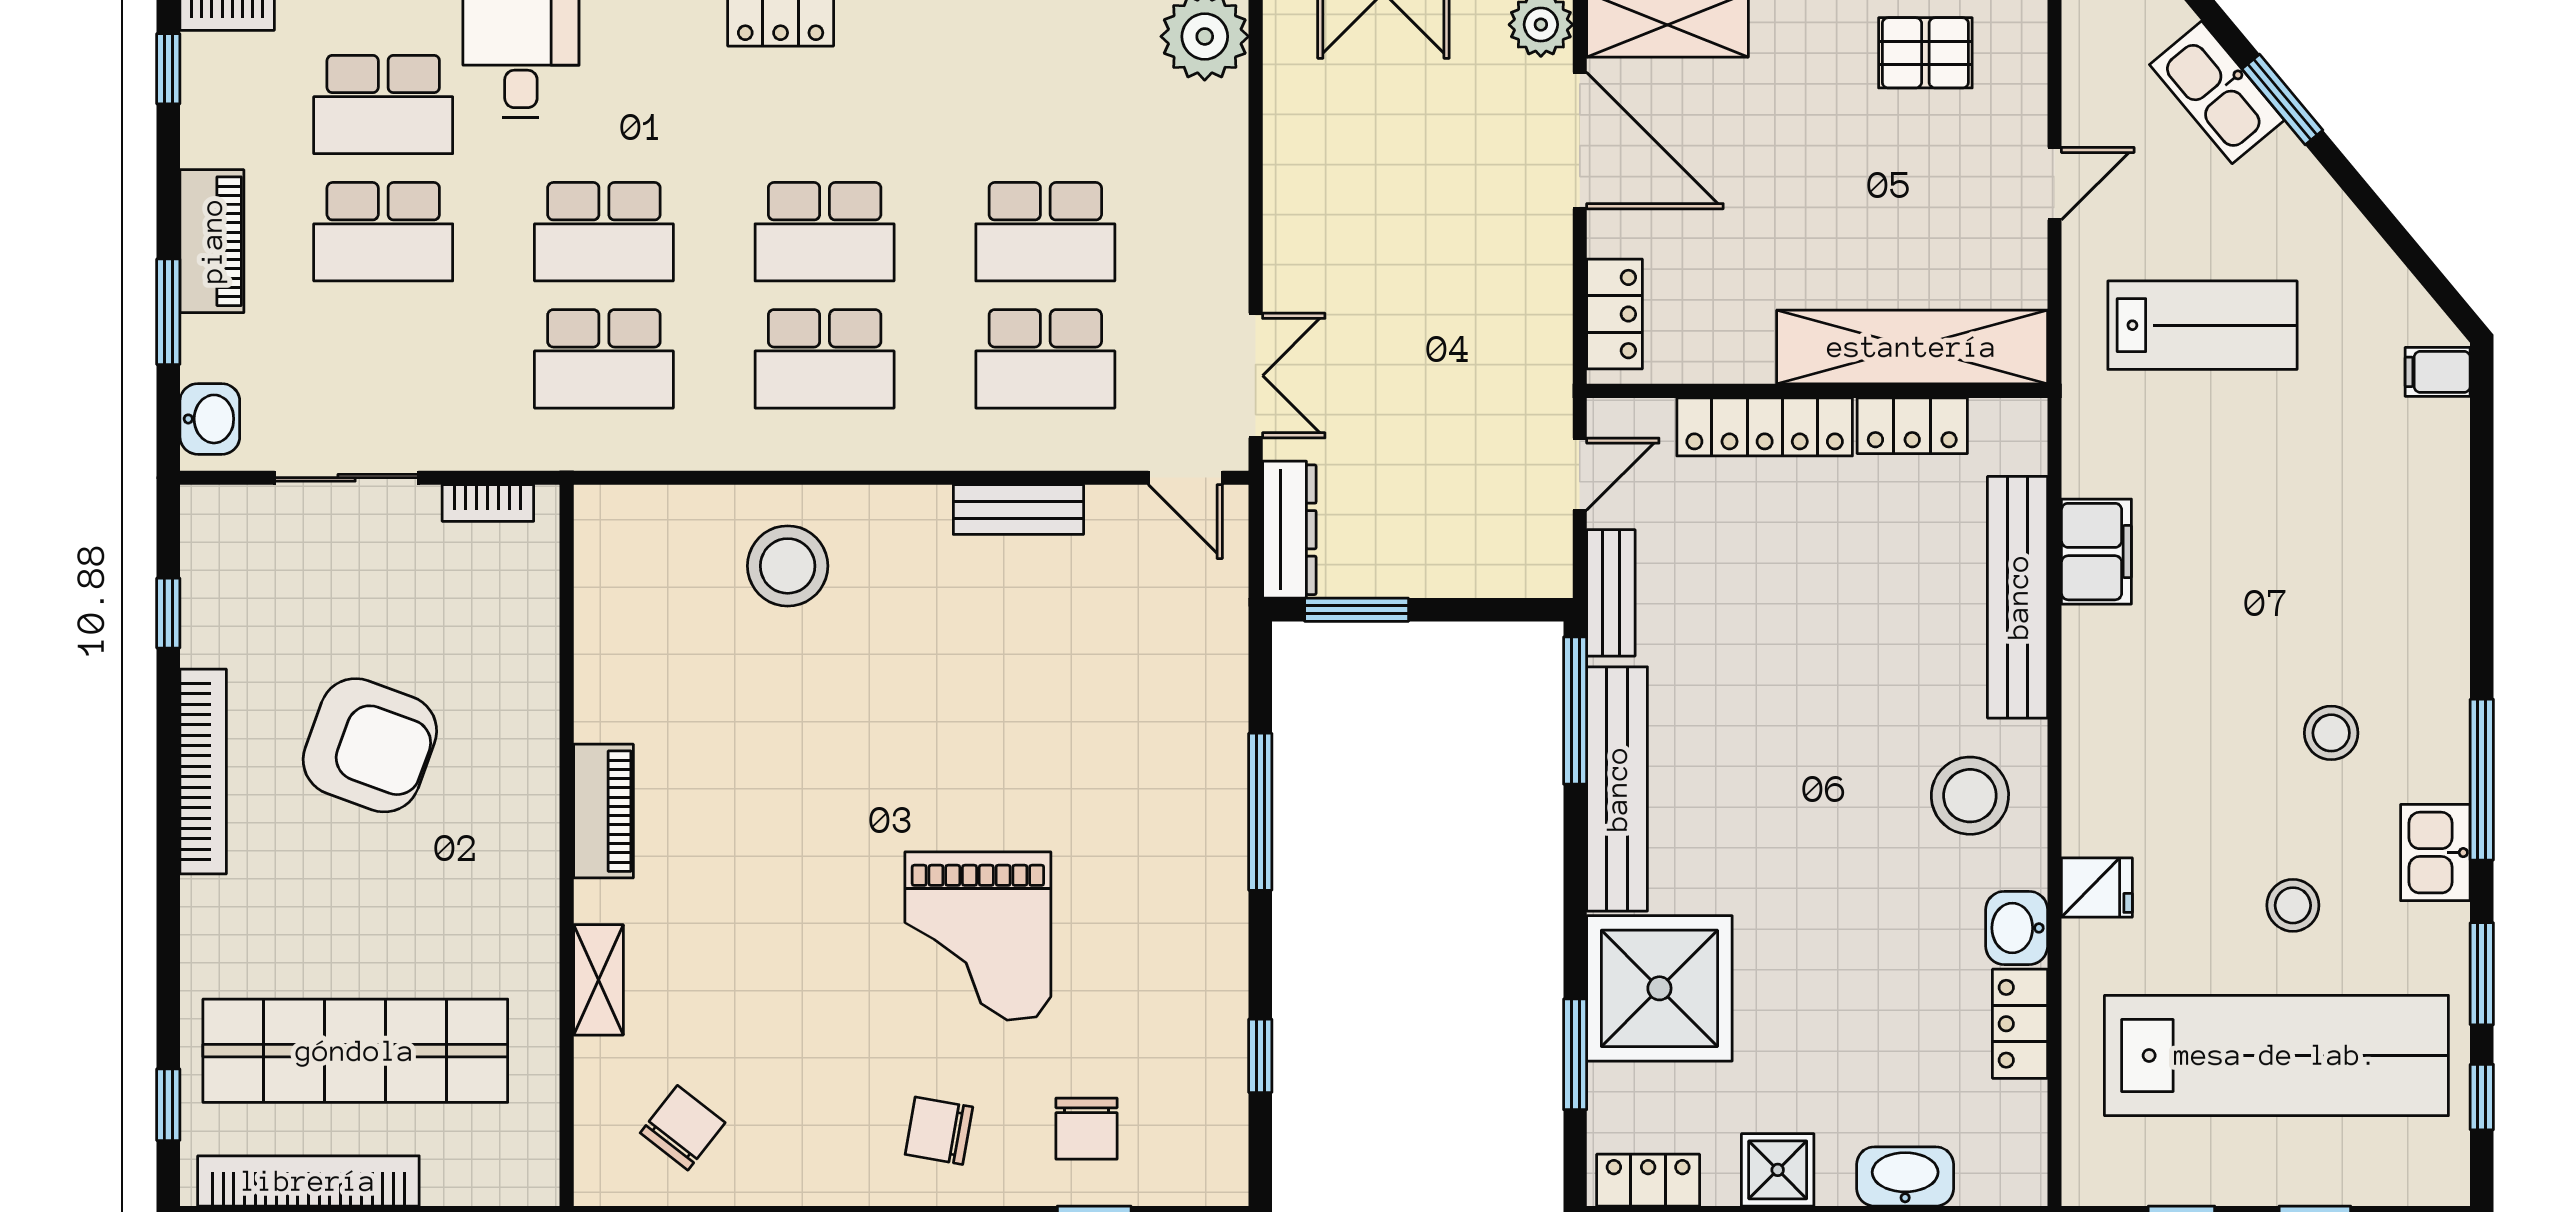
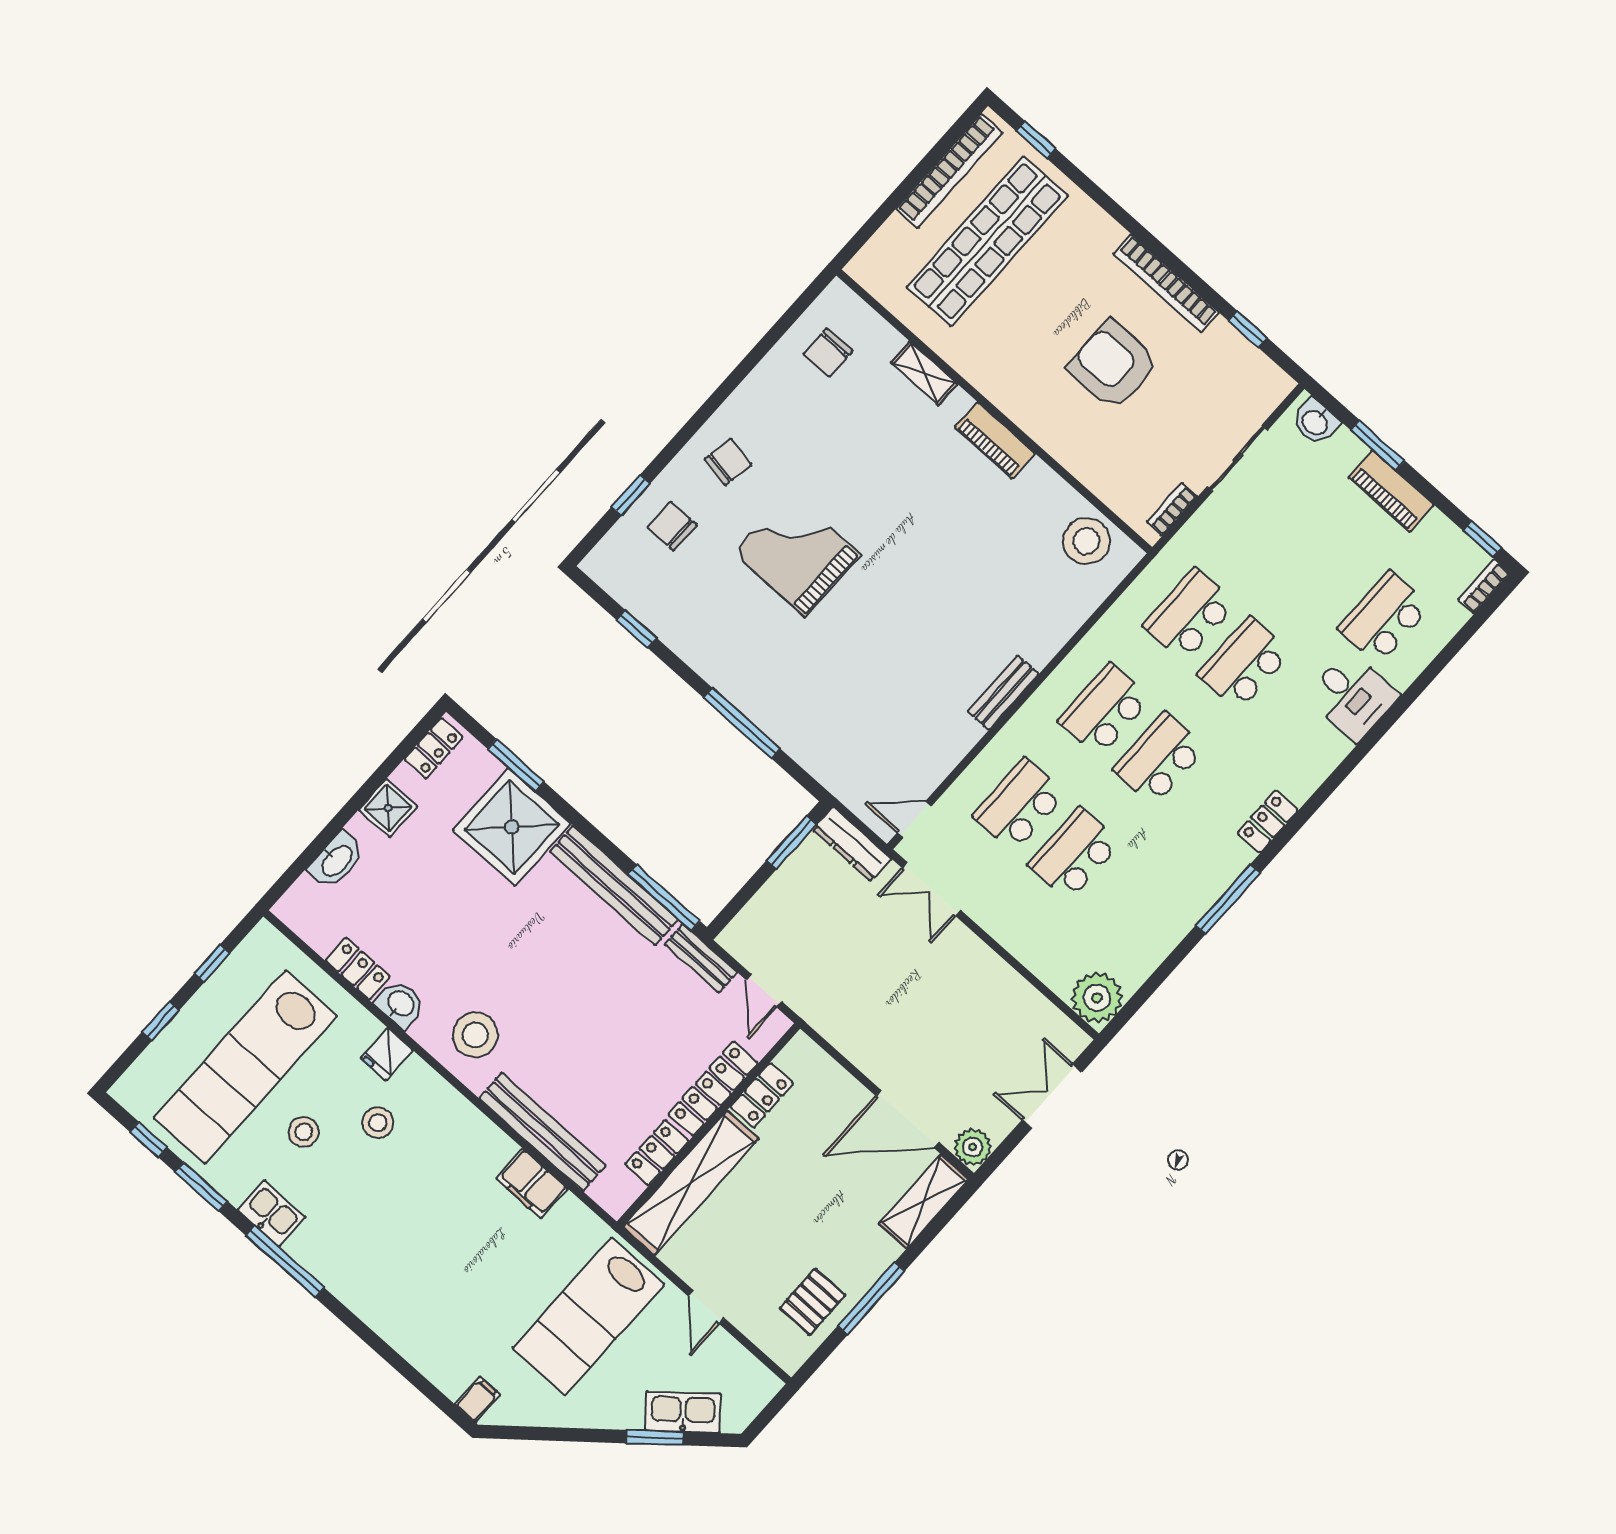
school desk: (383, 232) -> (1329, 569), removed
locker: (1614, 314) -> (762, 1095), moved, turned -90
lab bench: (2202, 325) -> (588, 1316), width x1.36, depth x1.39
bench: (1018, 510) -> (1003, 693), moved
stool: (788, 566) -> (1086, 541), moved
stool: (2331, 733) -> (378, 1123), moved
armchair: (370, 745) -> (1113, 365), turned 70
chair: (683, 1128) -> (828, 353), turned 52

